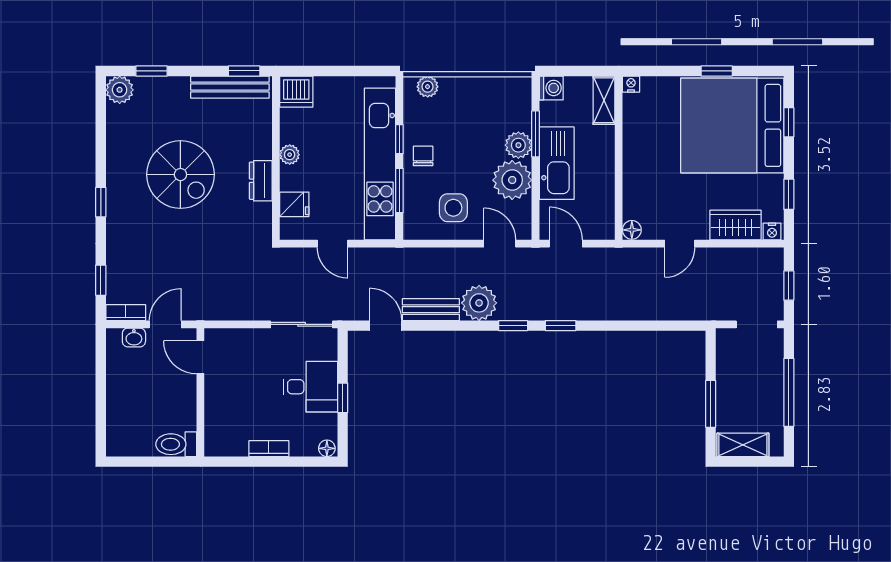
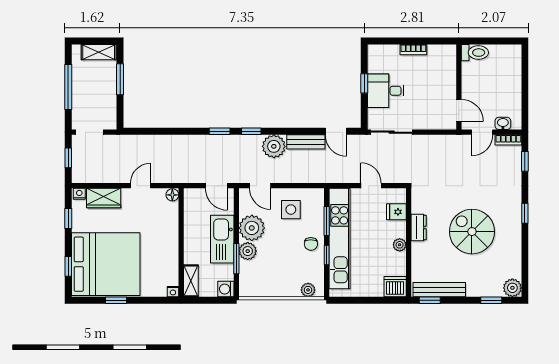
floor lamp: (327, 448) -> (375, 50), removed

